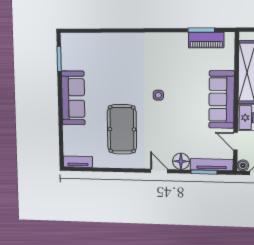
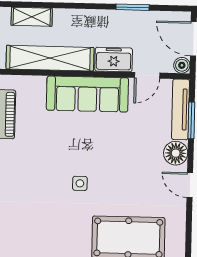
door: (159, 171) -> (190, 185), hinge flipped

